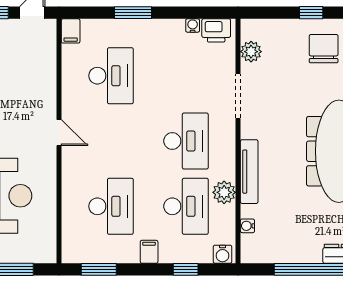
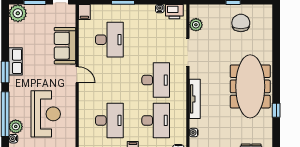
sofa: (39, 86) -> (65, 46), added
plant: (224, 192) -> (179, 112), removed

